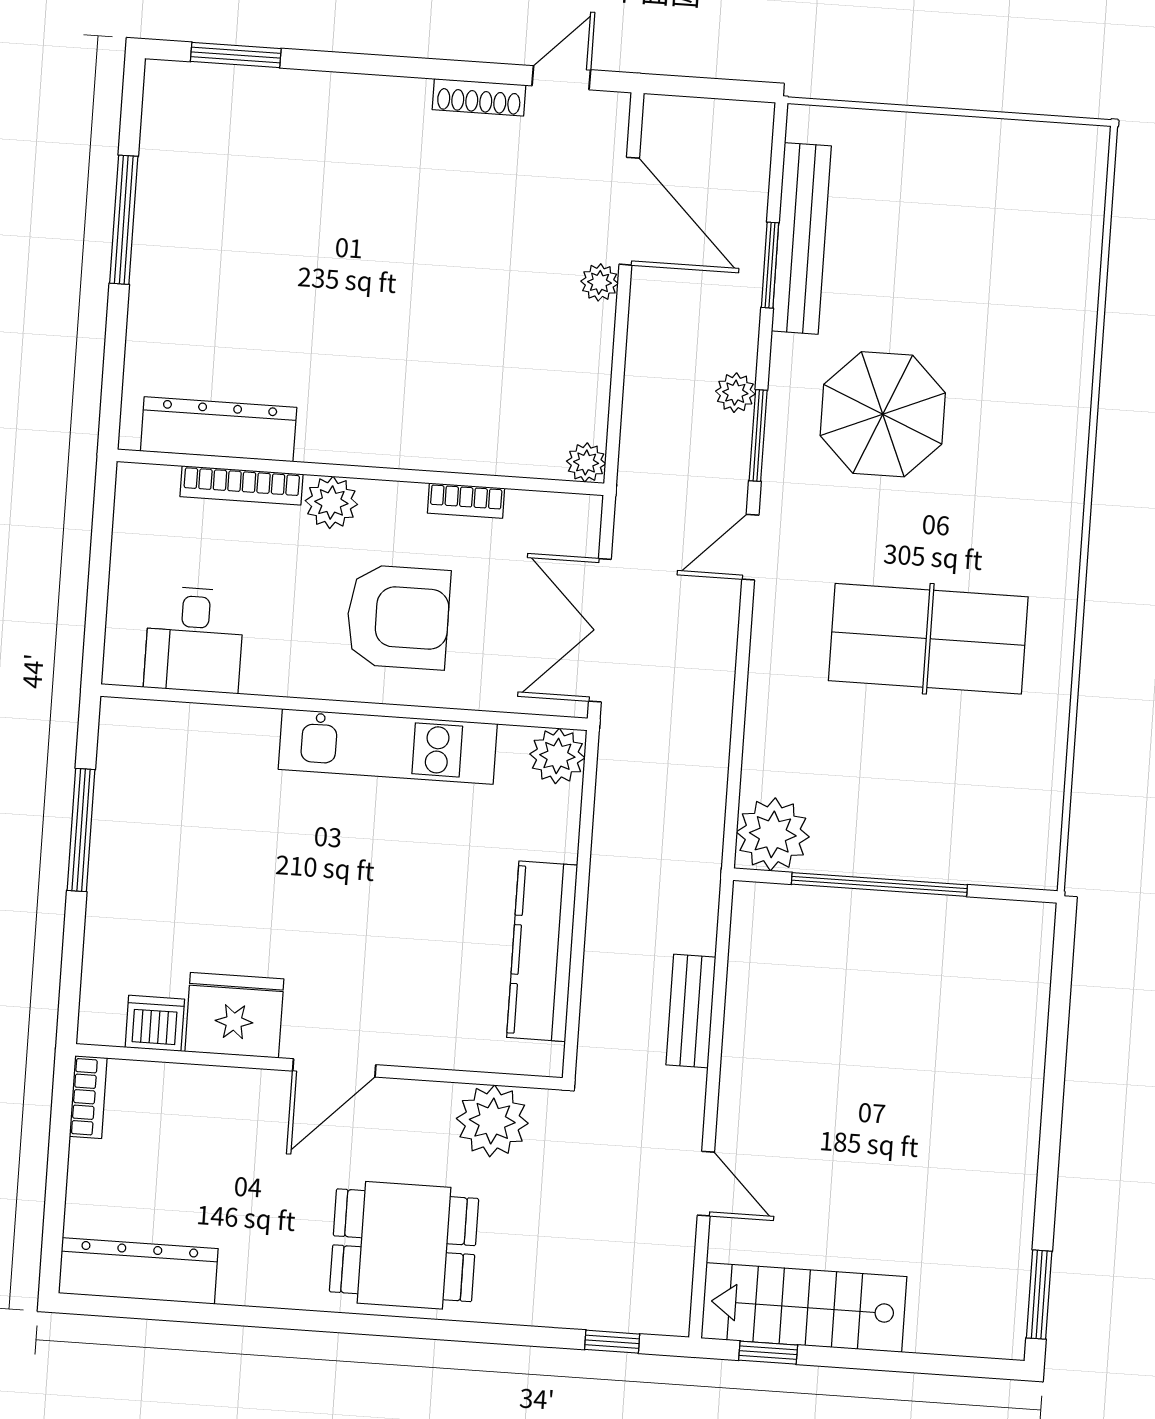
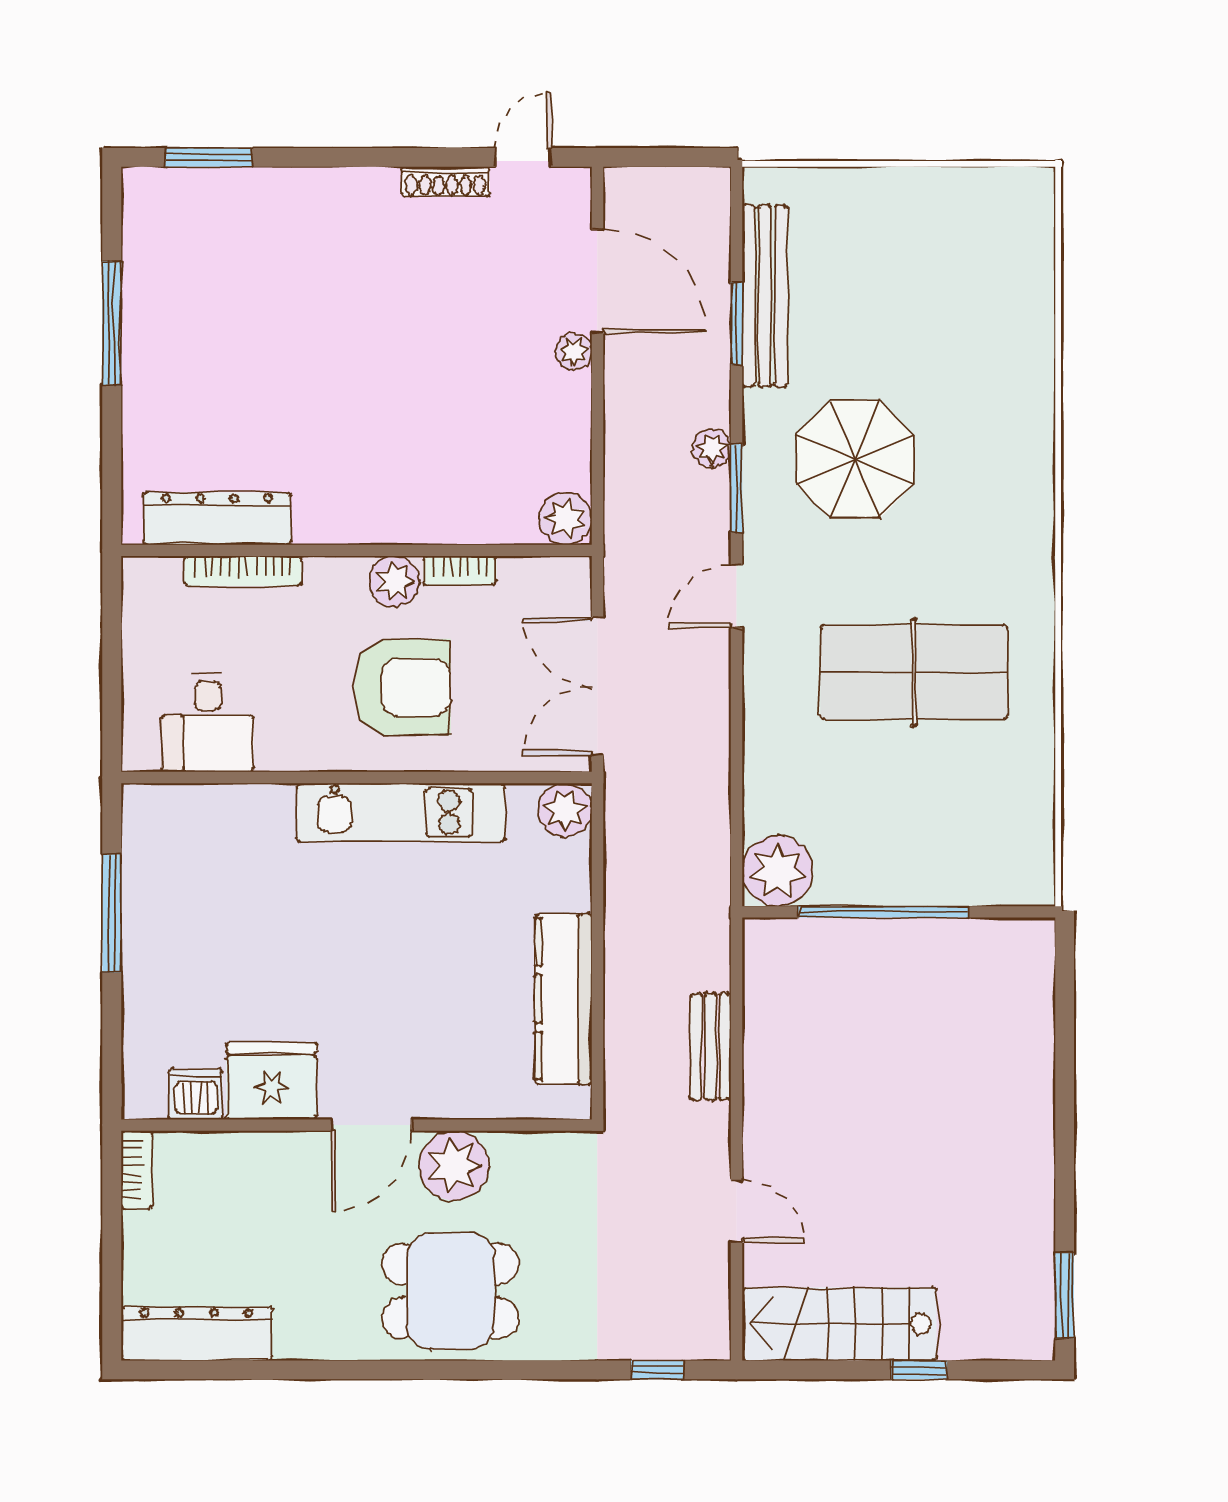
plant: (586, 462) -> (566, 519), width x1.38, depth x1.38
plant: (331, 502) -> (394, 581), moved
plant: (492, 1121) -> (454, 1166), moved
window: (768, 1353) -> (919, 1370), moved

